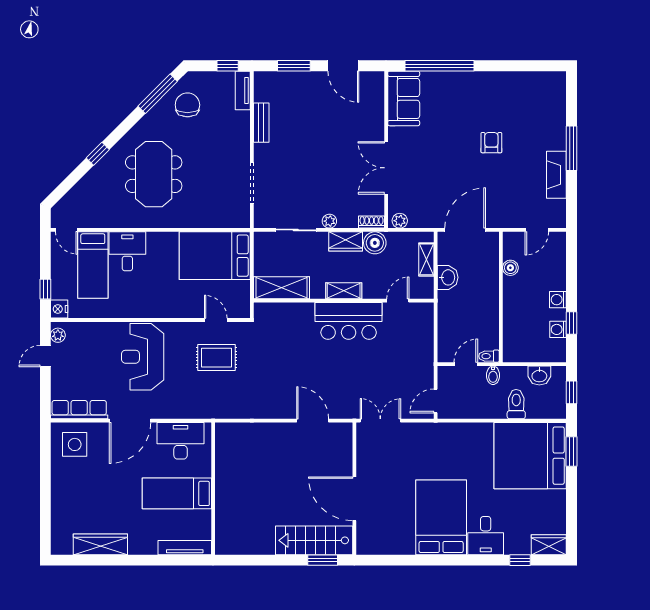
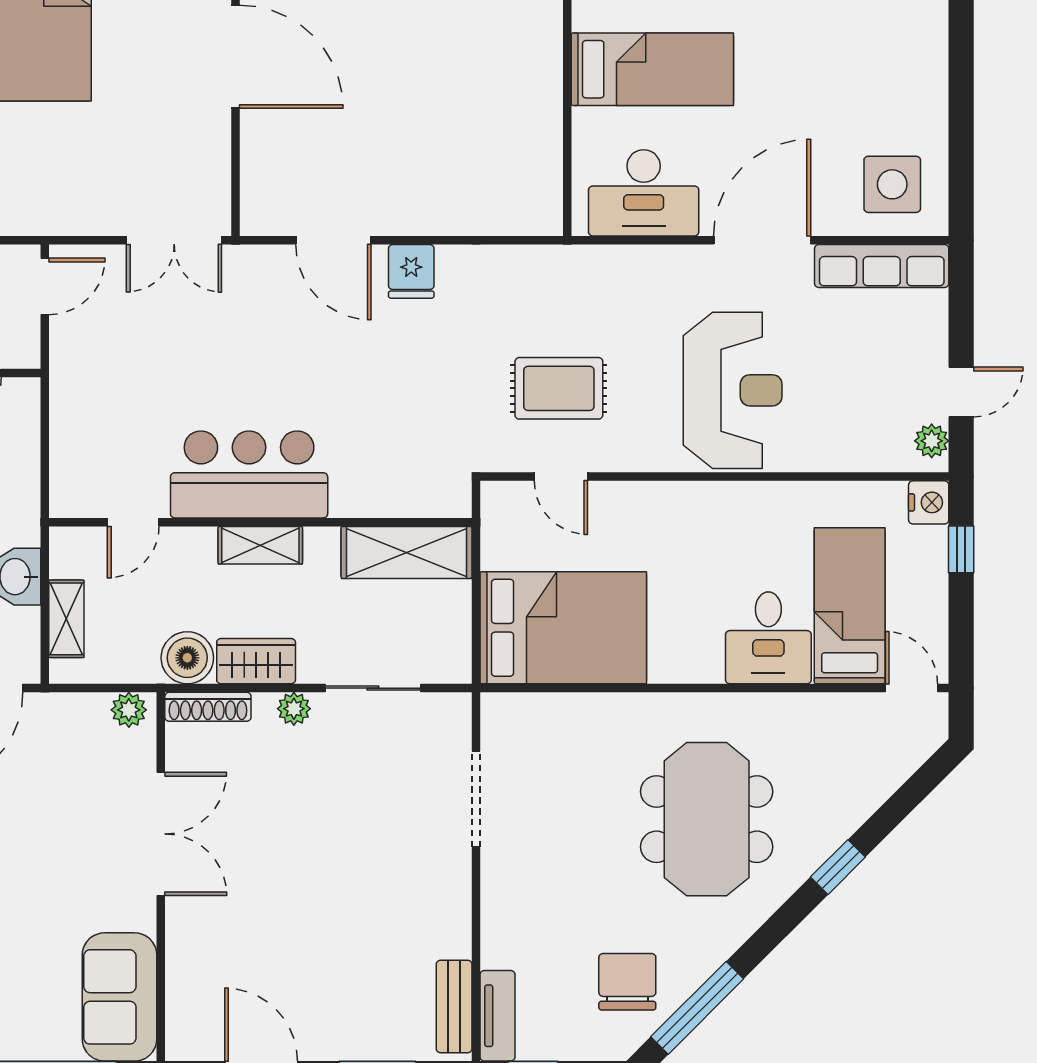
chair: (187, 105) -> (627, 982), turned 180
bench: (261, 123) -> (454, 1007), moved
shoe rack: (372, 222) -> (208, 707), width x1.43
fridge: (279, 407) -> (411, 271), added

